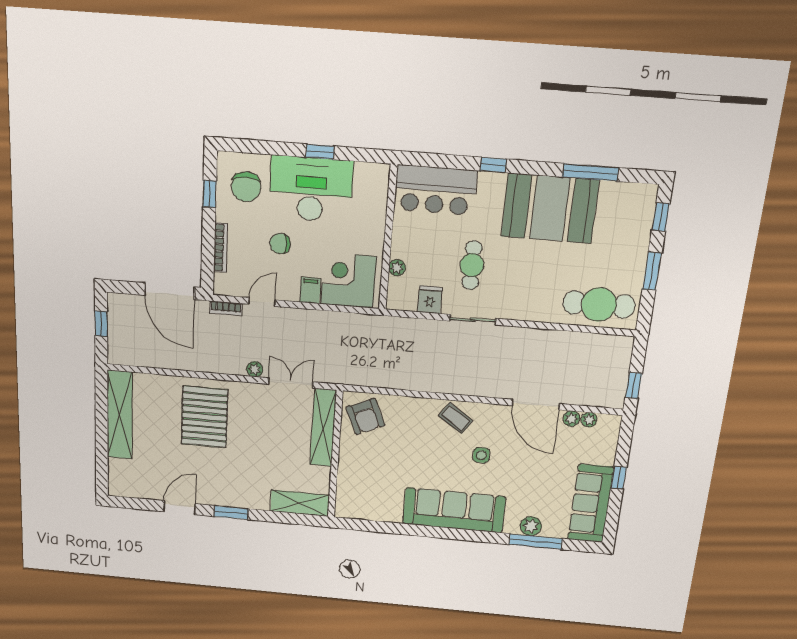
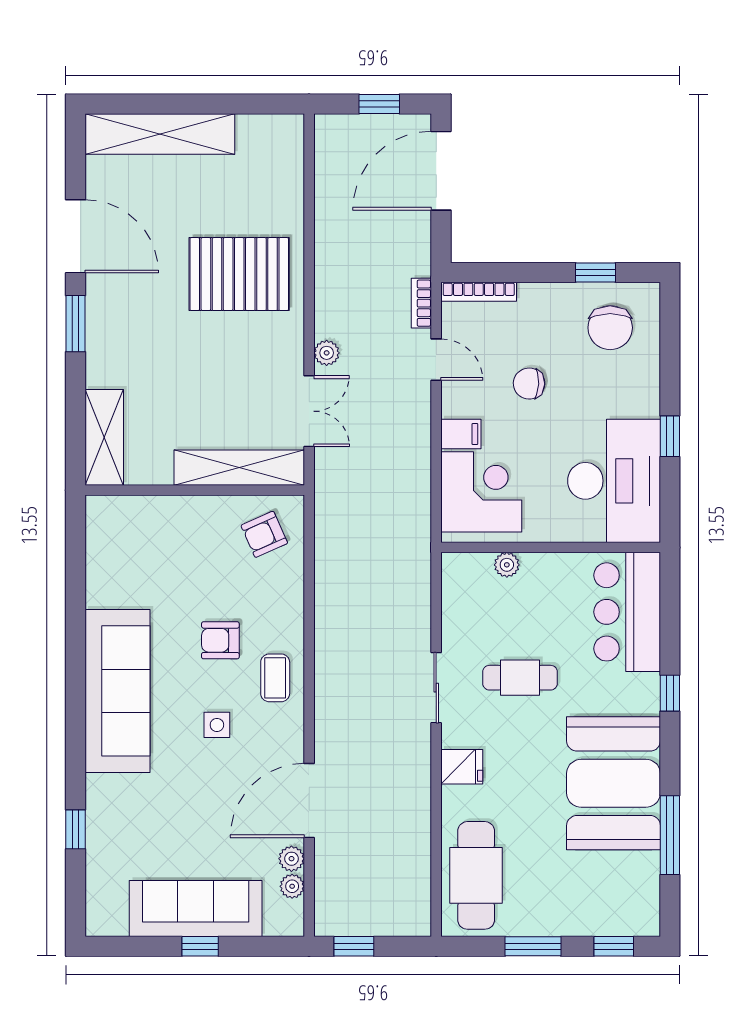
chair: (246, 187) -> (610, 328), turned -90
desk: (311, 189) -> (614, 481), moved
chair: (280, 244) -> (529, 384), turned -88
bookcase: (220, 248) -> (479, 292), moved
door: (170, 291) -> (441, 171), moved
fridge: (430, 300) -> (462, 767), moved
shelving: (120, 415) -> (160, 134), moved
armchair: (365, 417) -> (264, 534), width x0.72, depth x0.72
coffee table: (456, 418) -> (275, 678), turned -34
armchair: (429, 448) -> (220, 640), added
sofa: (591, 504) -> (196, 909), moved
door: (180, 508) -> (75, 236), width x1.36
plant: (531, 526) -> (102, 818), removed
window: (536, 542) -> (75, 829), width x0.46

